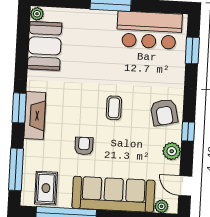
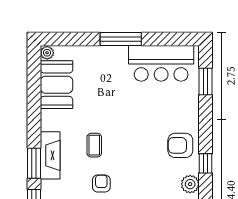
window: (19, 108) -> (34, 163), moved
coffee table: (114, 108) -> (94, 145), moved
armchair: (164, 112) -> (180, 145), turned 103

